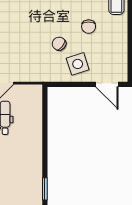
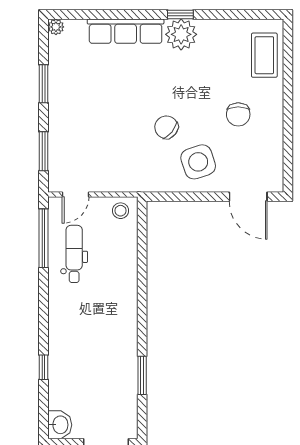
chair: (89, 27) -> (238, 114), moved
stool: (32, 93) -> (121, 211), added

